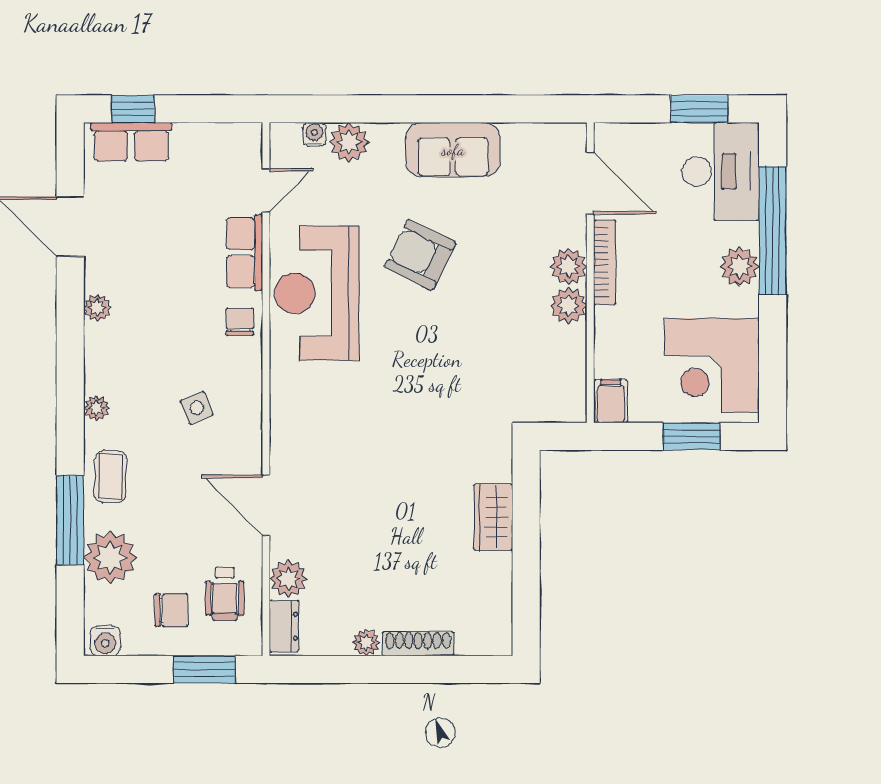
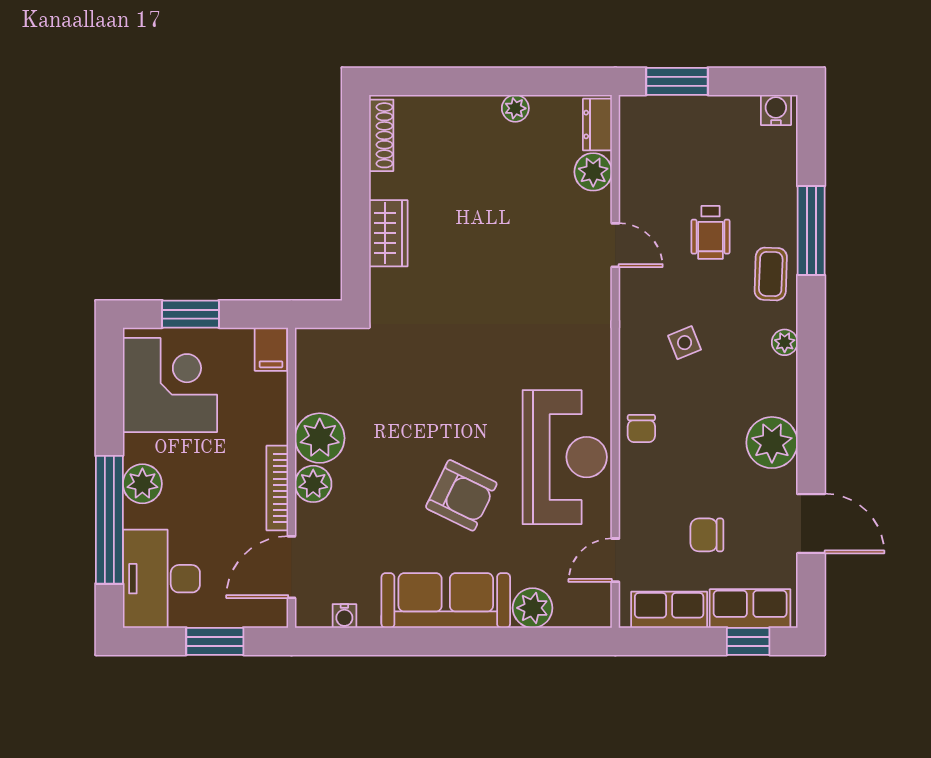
window: (699, 109) -> (215, 641), moved
water cooler: (314, 134) -> (344, 616), moved
sofa: (453, 150) -> (446, 600), width x1.36
door: (590, 183) -> (292, 567), hinge flipped
row of seats: (245, 253) -> (669, 610), moved, turned -90
plant: (569, 306) -> (320, 438), width x1.36, depth x1.36
plant: (97, 308) -> (772, 443), width x1.88, depth x1.88
door: (266, 505) -> (615, 245), width x0.73
plant: (110, 557) -> (771, 193), removed
wheelchair: (225, 594) -> (710, 232), moved, turned 180
chair: (171, 610) -> (707, 535), moved
shoe rack: (418, 644) -> (381, 135), moved, turned -90

